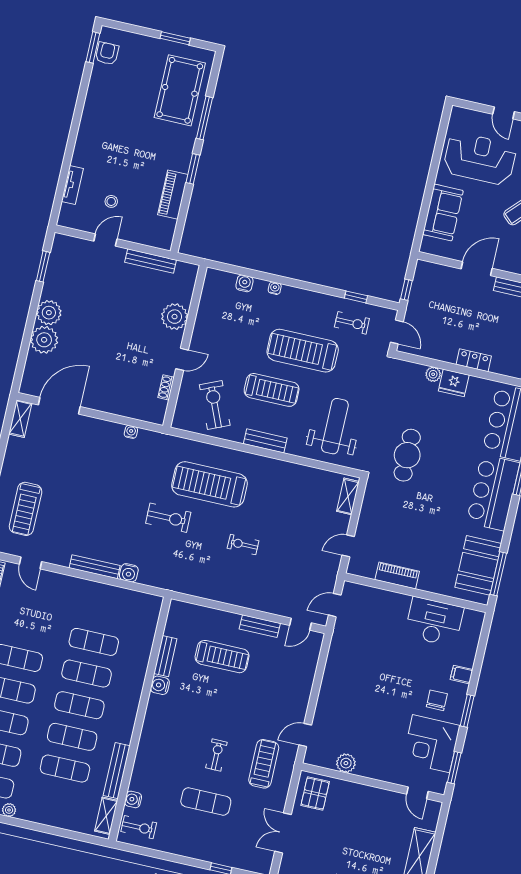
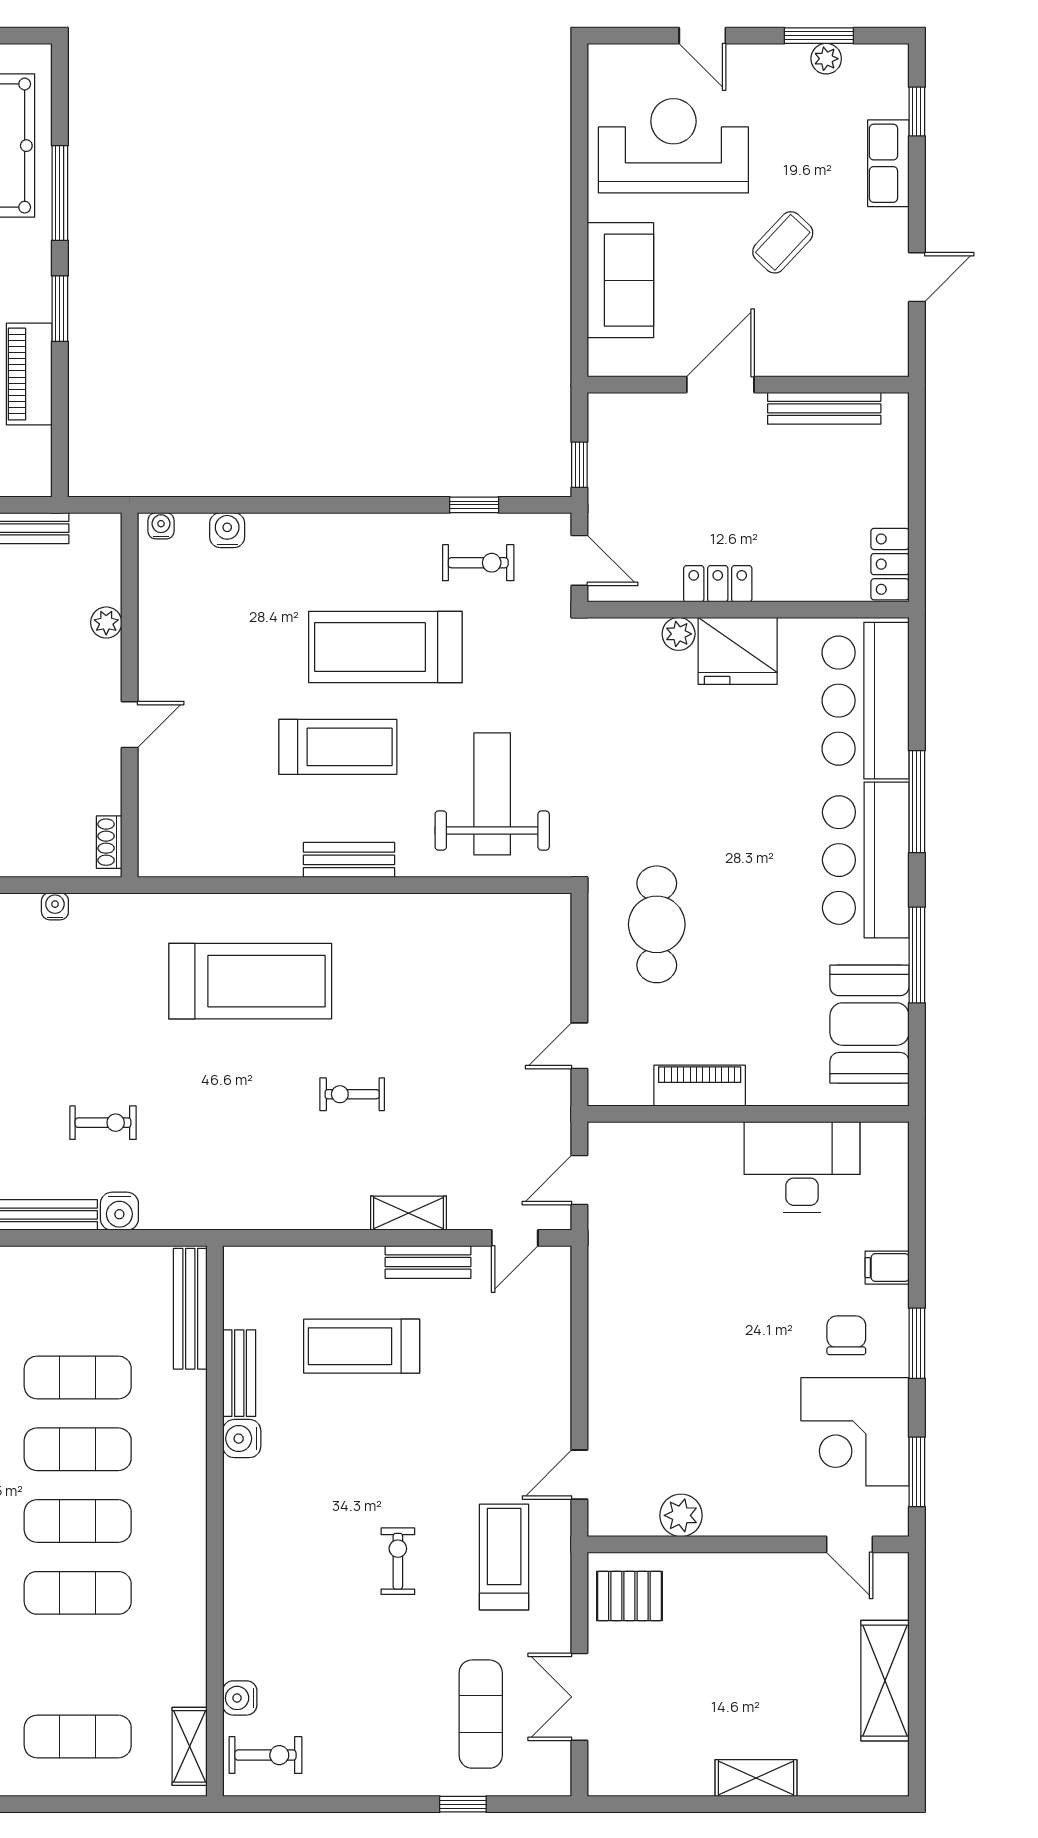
water cooler: (275, 288) -> (161, 526), moved
plant: (175, 317) -> (106, 623), width x0.53, depth x0.53
locker: (474, 360) -> (718, 584), moved
fridge: (454, 383) -> (738, 651), width x1.36, depth x1.34
shoe rack: (166, 387) -> (109, 842), moved
exercise bike: (215, 405) -> (223, 807), removed
cafe table: (407, 455) -> (657, 924), moved
treadmill: (209, 484) -> (250, 981), turned 180
shelving: (348, 496) -> (409, 1213), moved, turned 90
exercise bike: (168, 518) -> (103, 1123), moved, width x0.73, depth x0.72
window: (498, 574) -> (917, 955), moved
treadmill: (222, 657) -> (362, 1346), turned 180
exercise mat: (65, 769) -> (78, 1736), moved
bench: (117, 771) -> (190, 1309), moved
pallet: (315, 794) -> (629, 1596), turned 90
exercise mat: (206, 802) -> (481, 1714), moved, turned 90

